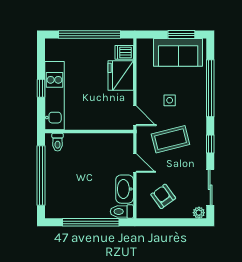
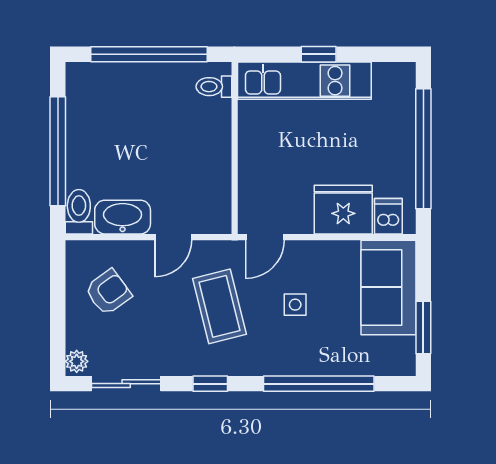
sofa: (178, 52) -> (388, 287), moved

